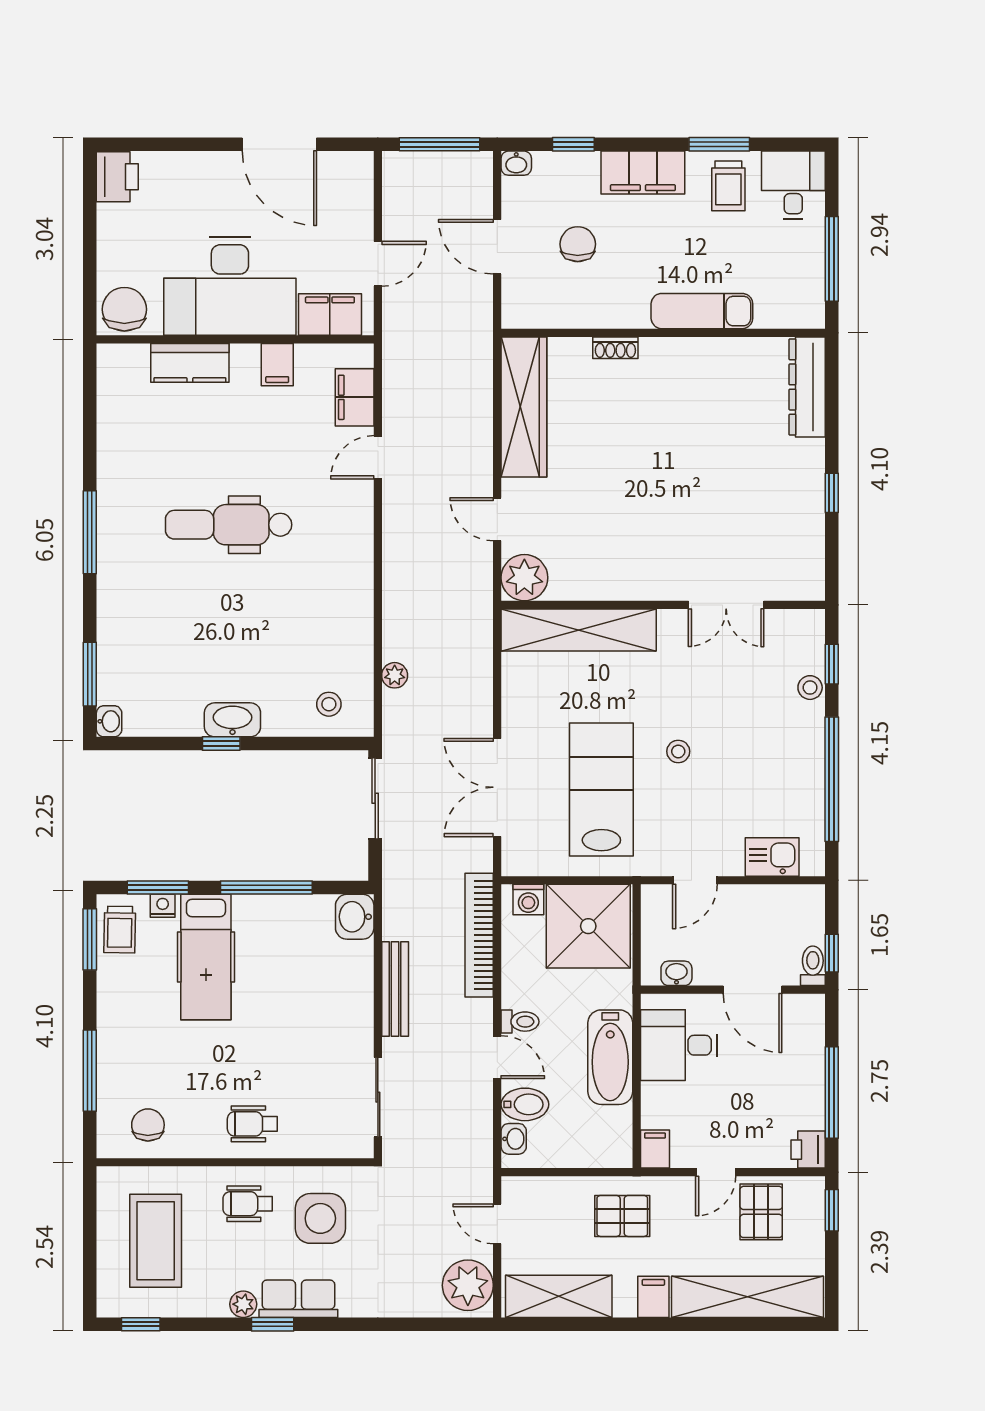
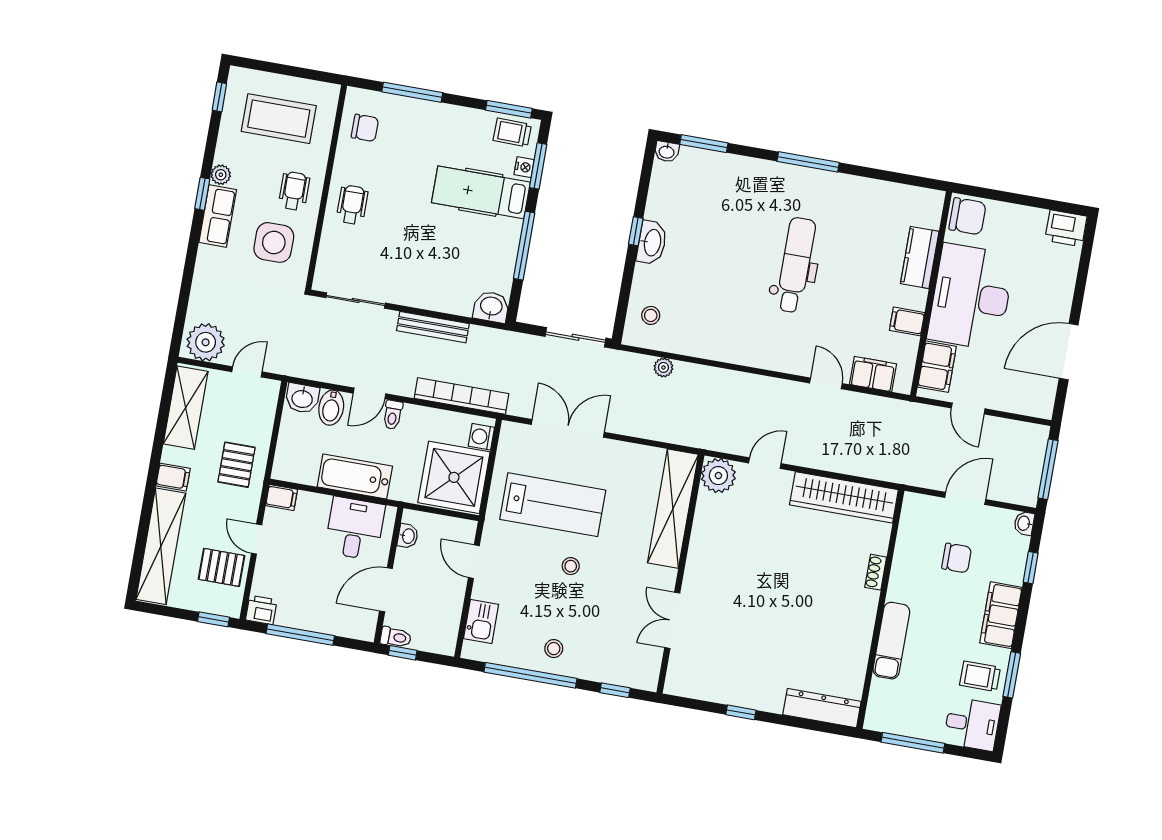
stool: (810, 688) -> (554, 649), moved
washbasin: (514, 1139) -> (302, 398), width x1.38, depth x1.45

